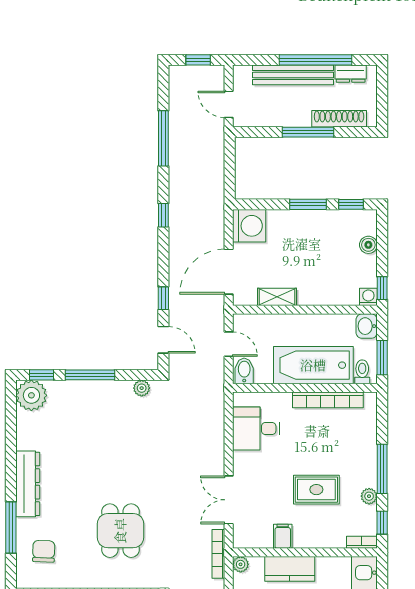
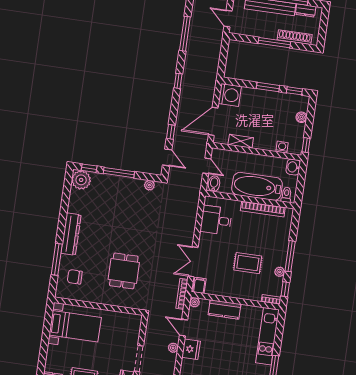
washing machine: (368, 297) -> (282, 147), moved
window: (382, 358) -> (300, 188), removed
filing cabinet: (283, 536) -> (199, 285), moved
chair: (44, 551) -> (75, 277), turned -92

